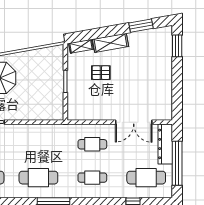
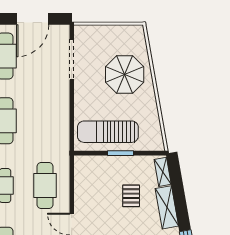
sun lounger: (47, 92) -> (108, 132), added
cafe table: (92, 144) -> (45, 186), width x1.37, depth x1.35

